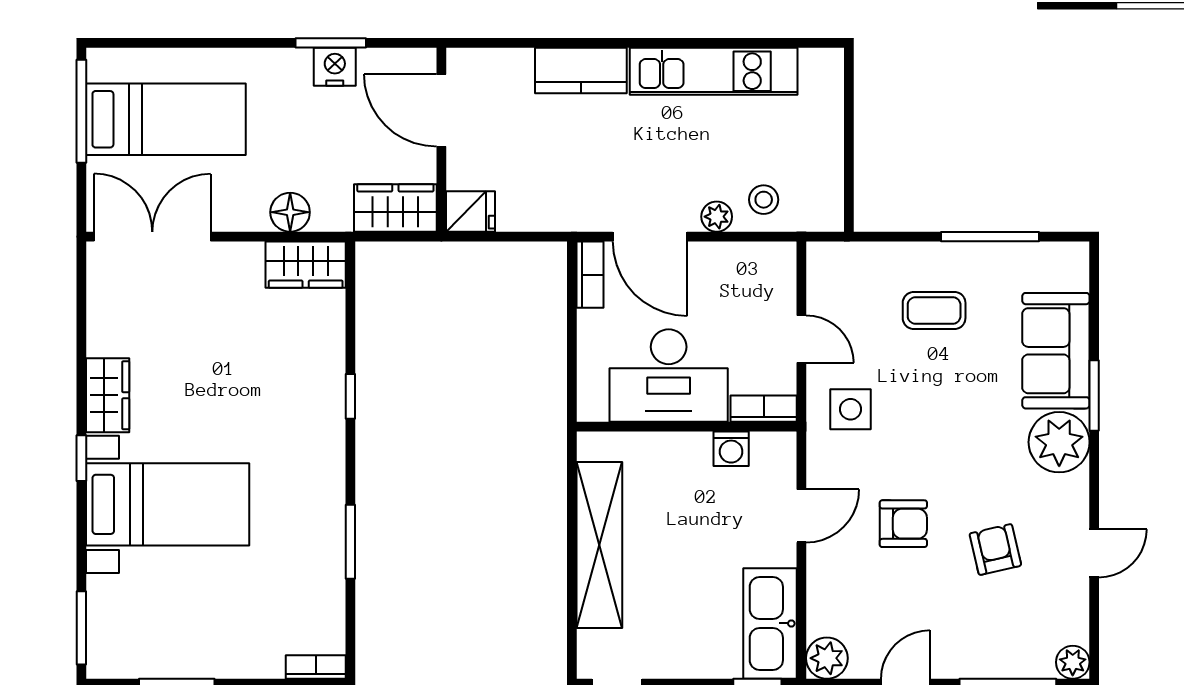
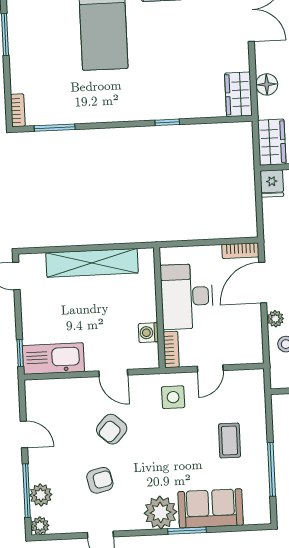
armchair: (903, 524) -> (112, 429), turned 42
window: (350, 542) -> (55, 128), moved
plant: (827, 658) -> (41, 495), moved

